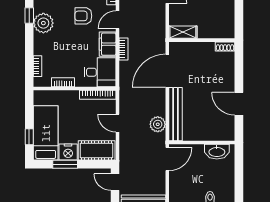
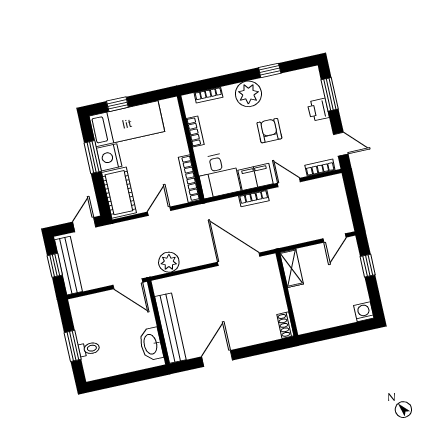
armchair: (83, 16) -> (269, 131), moved
plant: (43, 23) -> (248, 94), moved
bench: (176, 114) -> (170, 328), moved, turned 90

